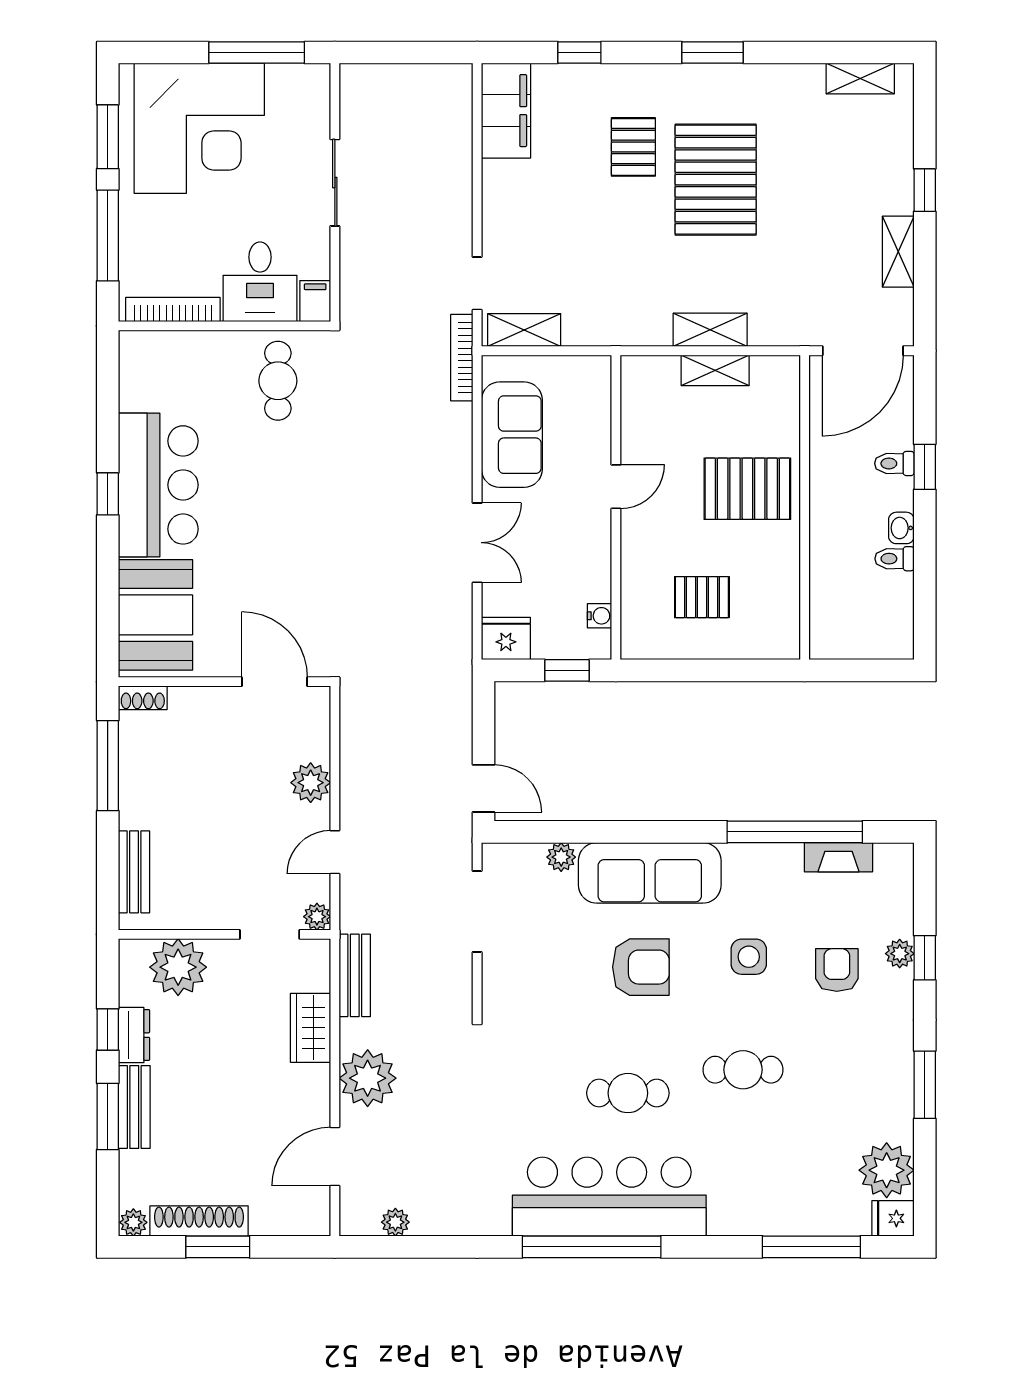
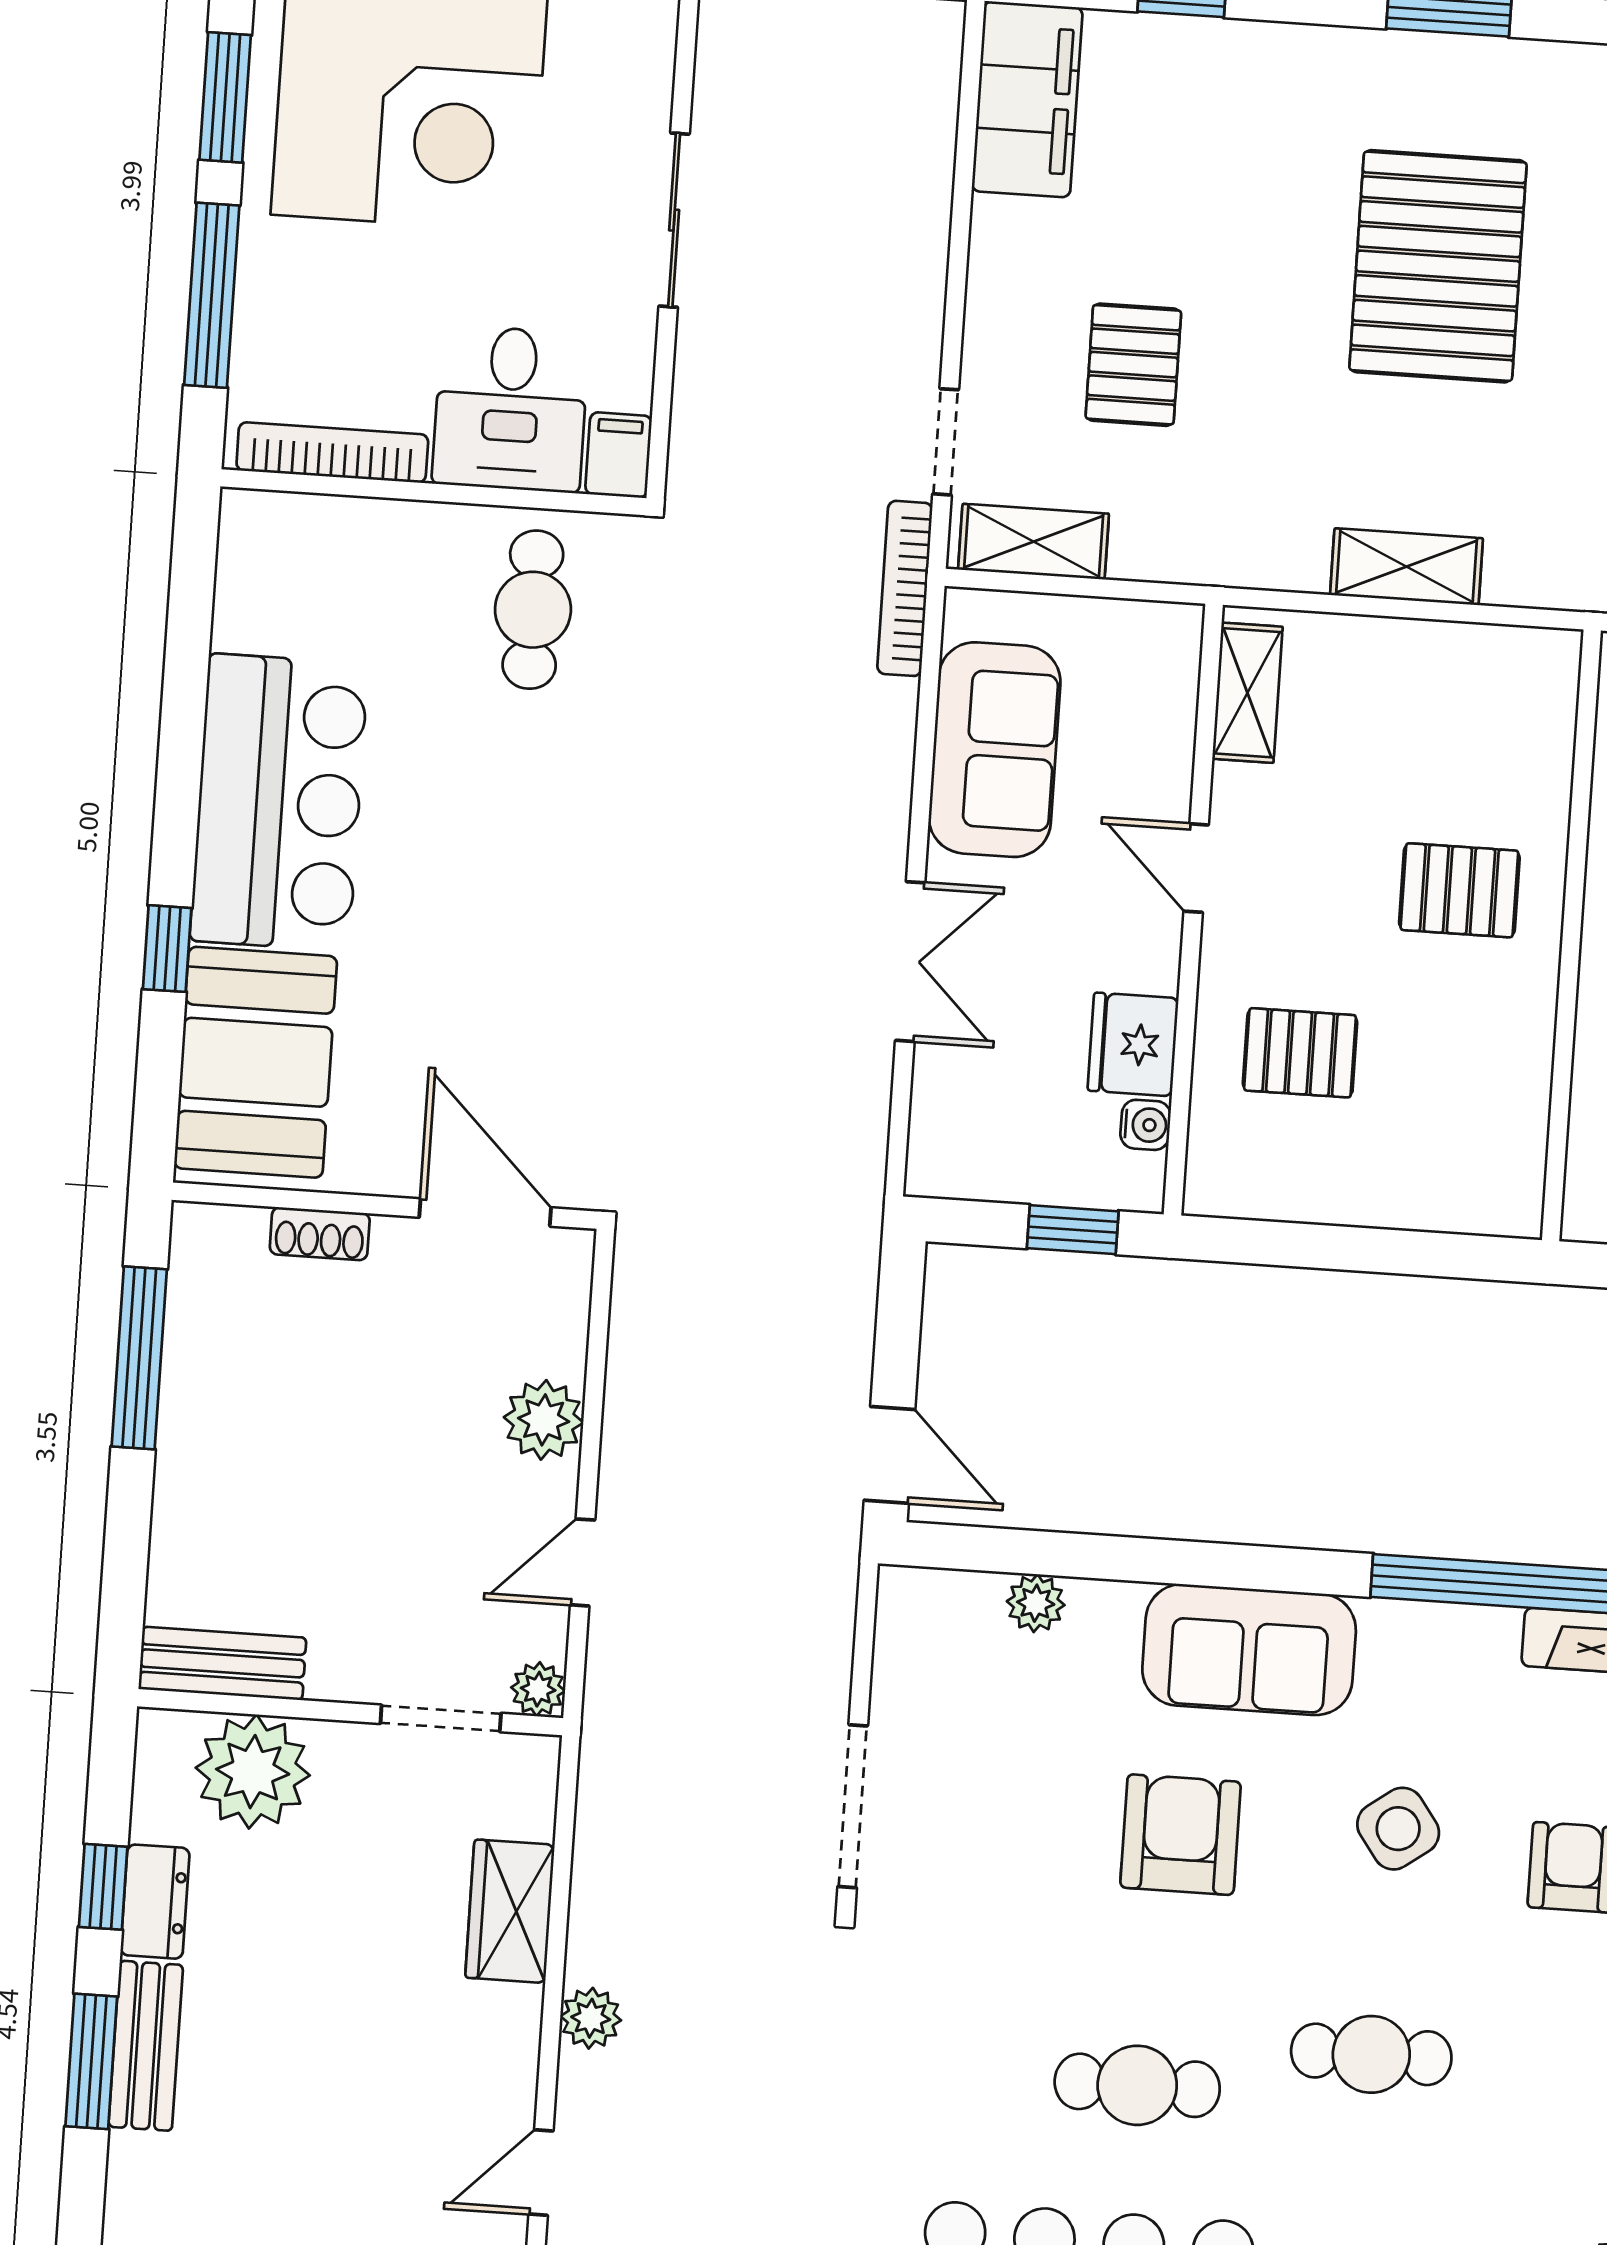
pallet: (633, 147) -> (1133, 365), moved
shelving: (715, 370) -> (1247, 693), moved, turned 90
door: (616, 487) -> (1196, 868), swing flipped
pallet: (747, 489) -> (1459, 890), width x0.67, depth x0.71
window: (108, 494) -> (167, 949), moved
pallet: (702, 597) -> (1300, 1053), moved
fridge: (506, 639) -> (1133, 1044), moved, turned -90
shoe rack: (143, 698) -> (320, 1234), moved
bench: (134, 872) -> (222, 1663), moved, turned 90
sofa: (650, 873) -> (1249, 1650), width x0.73
doorway: (477, 912) -> (853, 1806), moved
side table: (749, 957) -> (1398, 1829), turned -36
armchair: (641, 967) -> (1181, 1835), turned -90
bench: (355, 975) -> (606, 1812), removed
plant: (368, 1078) -> (591, 2018), width x0.53, depth x0.53
door: (335, 1156) -> (541, 2173), width x0.73

